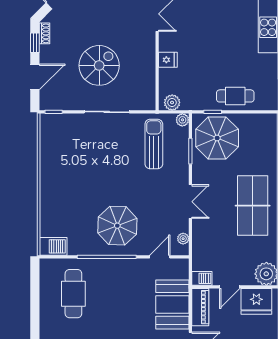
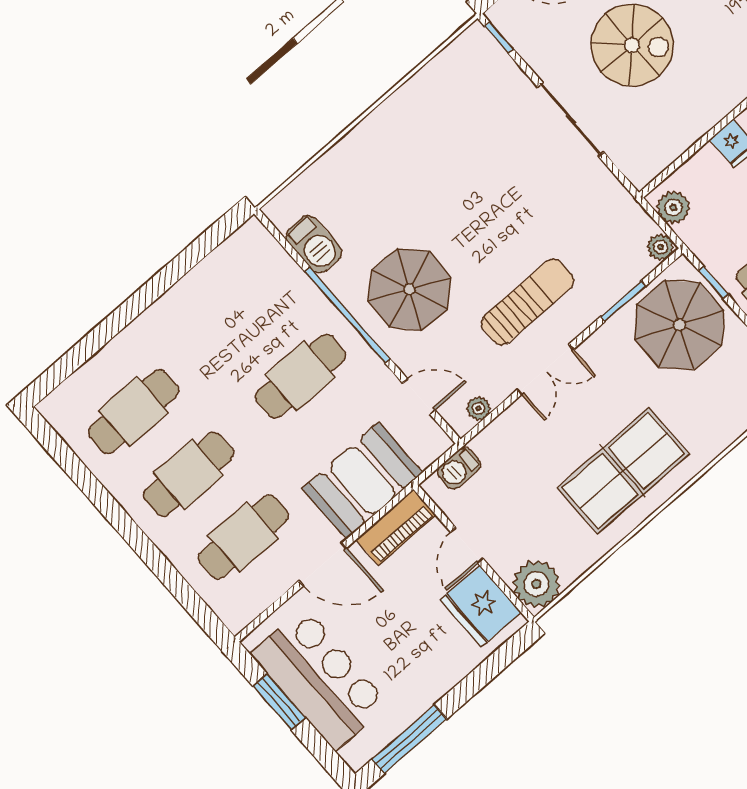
sun lounger: (154, 144) -> (527, 302), moved
barbecue: (53, 246) -> (314, 244), moved
barbecue: (202, 278) -> (459, 468), moved, turned 90
door: (230, 287) -> (467, 545), hinge flipped
cafe table: (73, 294) -> (300, 376), moved

